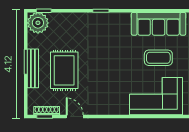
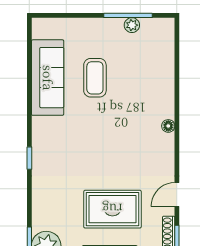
corner sofa: (156, 96) -> (148, 81), removed
floor lamp: (124, 110) -> (168, 126), added

